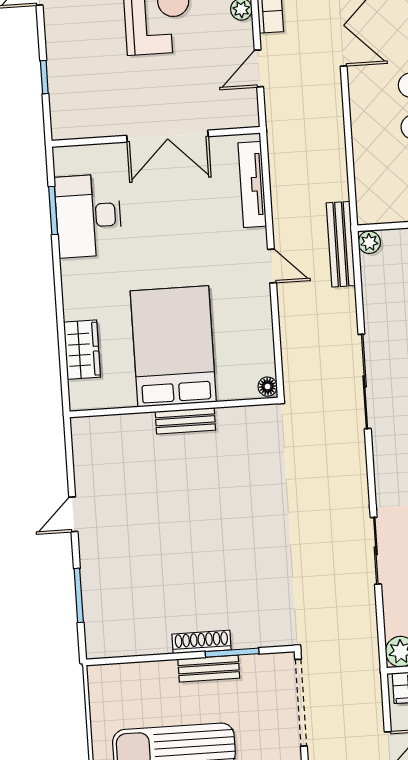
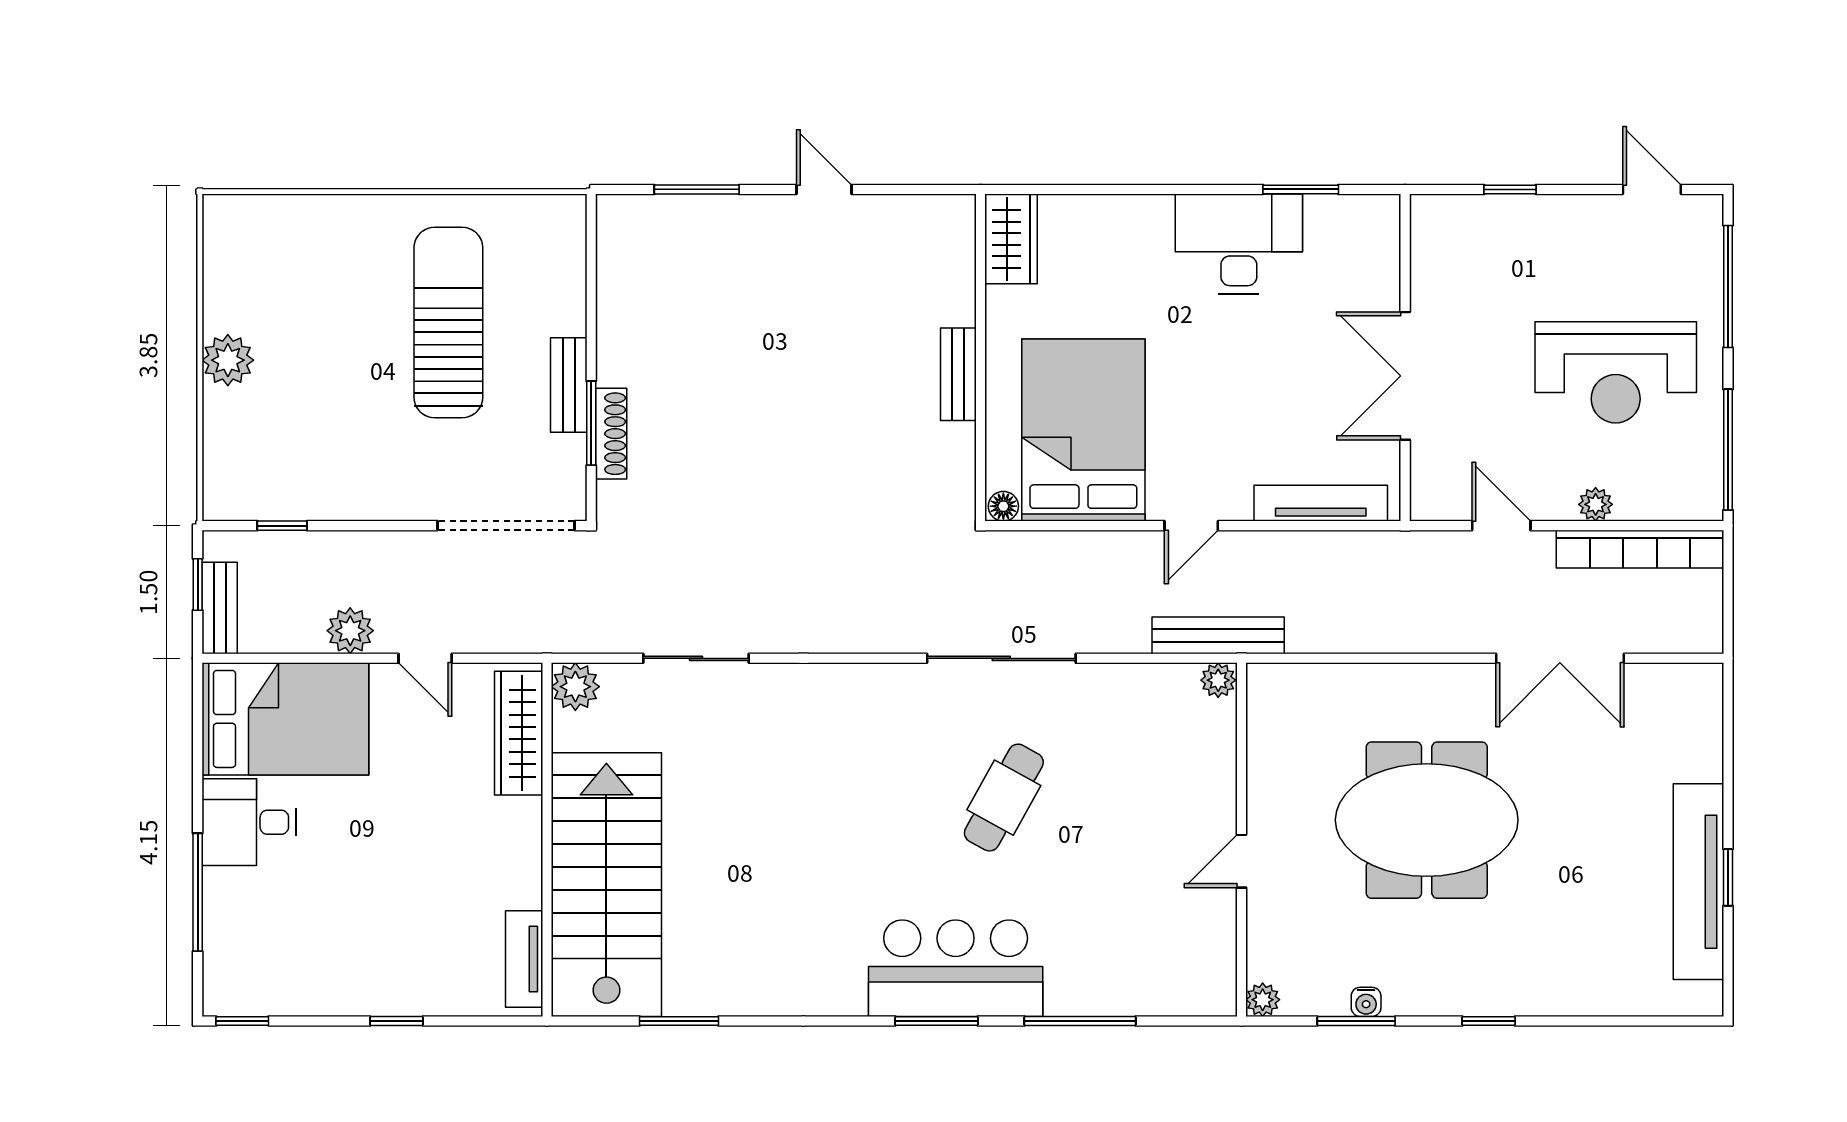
desk: (88, 216) -> (1239, 244), moved
bed: (173, 346) -> (1083, 430), moved, turned -90
wardrobe: (82, 350) -> (1011, 239), moved, turned -90
sliding door: (376, 551) -> (696, 658), moved
shoe rack: (201, 642) -> (611, 434), moved

